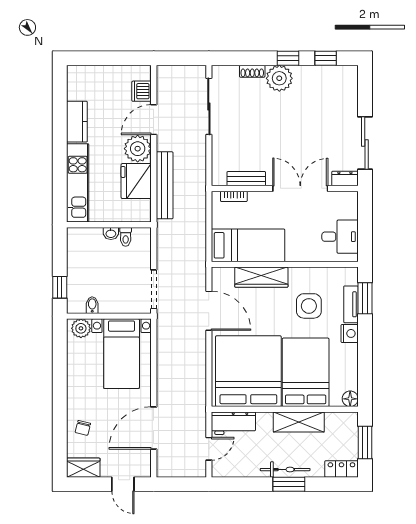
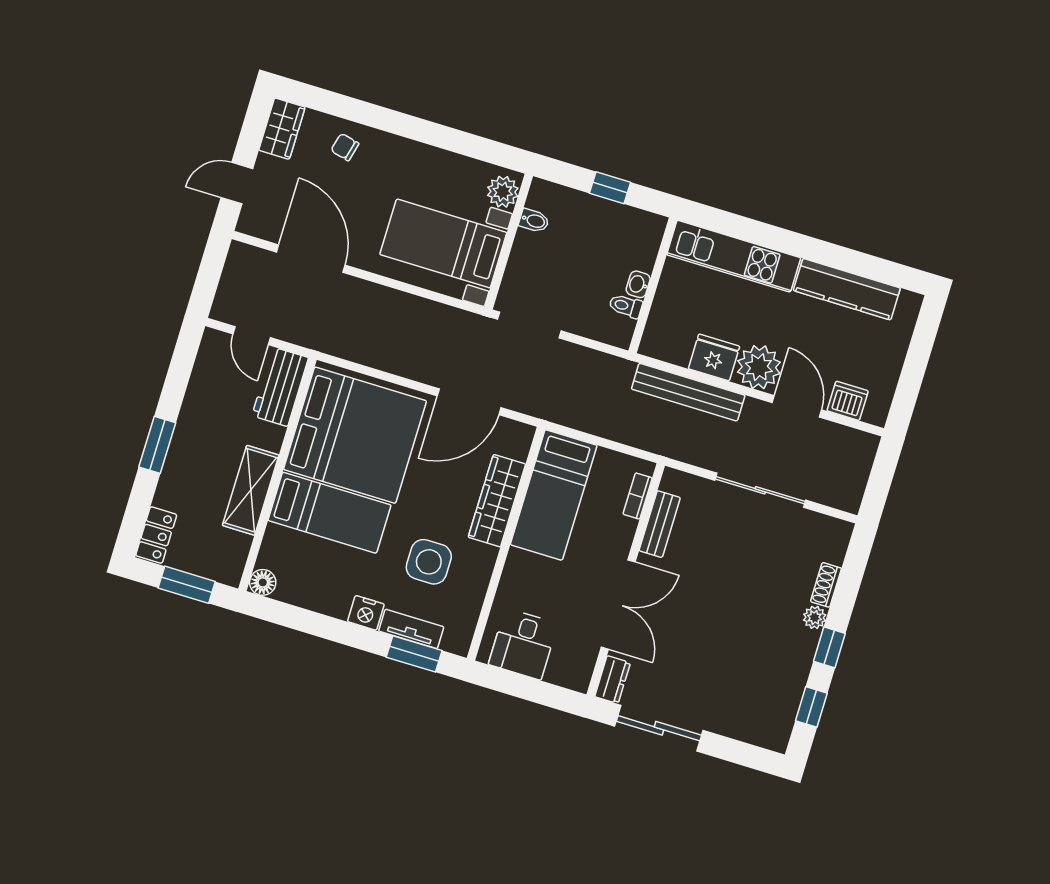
plant: (279, 78) -> (815, 617), width x0.53, depth x0.53
sliding door: (209, 106) -> (760, 490), moved
kitchen counter: (77, 122) -> (847, 289), width x1.50
fridge: (136, 181) -> (714, 357), width x0.73, depth x0.75
window: (60, 287) -> (610, 188), moved
bed: (306, 372) -> (330, 513), width x0.67
bicycle: (285, 470) -> (182, 446), removed

